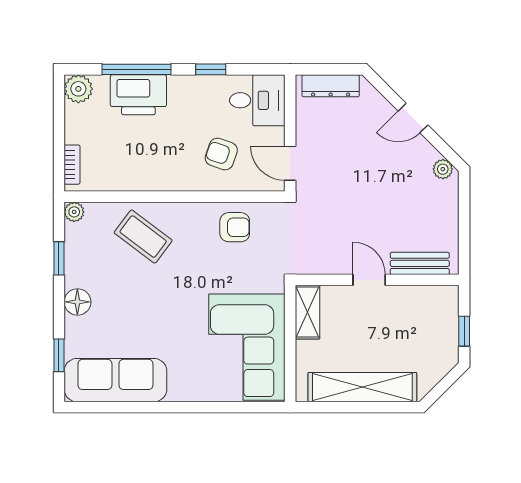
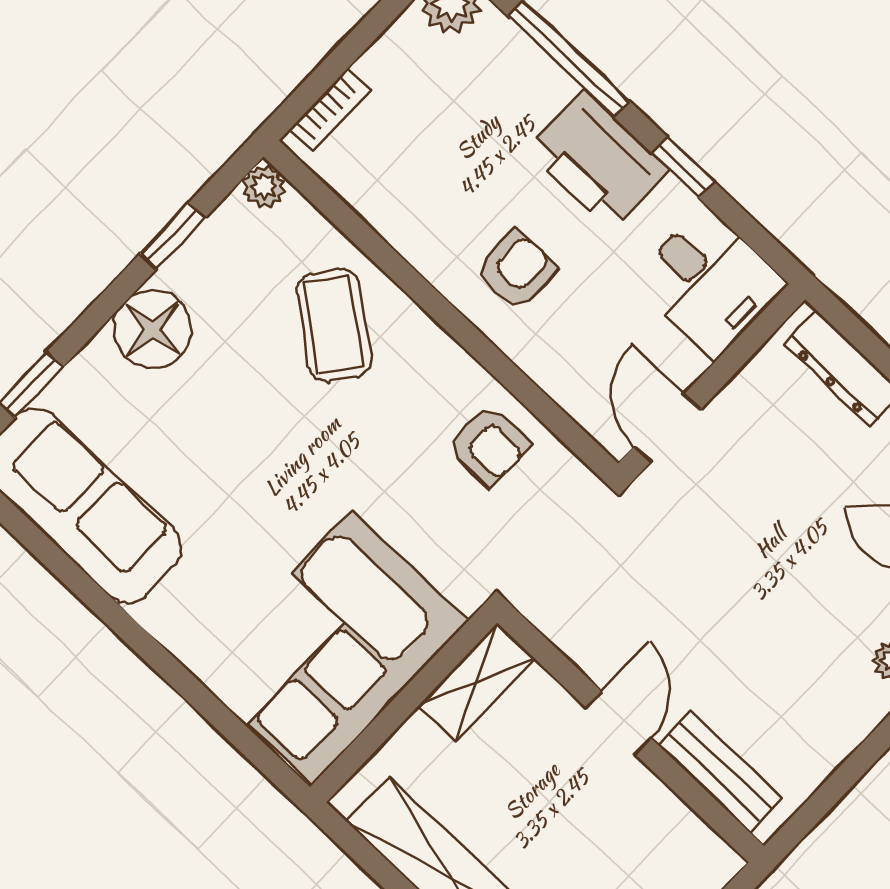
printer: (138, 95) -> (598, 160), moved
armchair: (221, 154) -> (516, 270), moved, turned 71
floor lamp: (77, 302) -> (152, 329), width x1.38, depth x1.38

